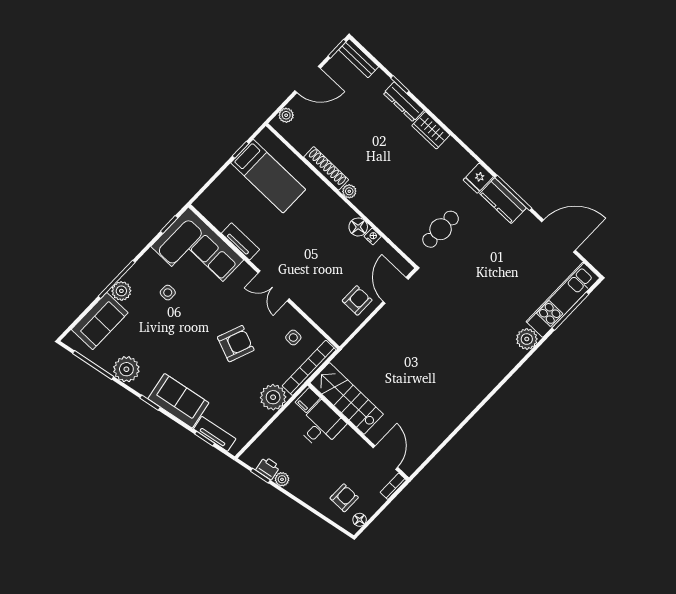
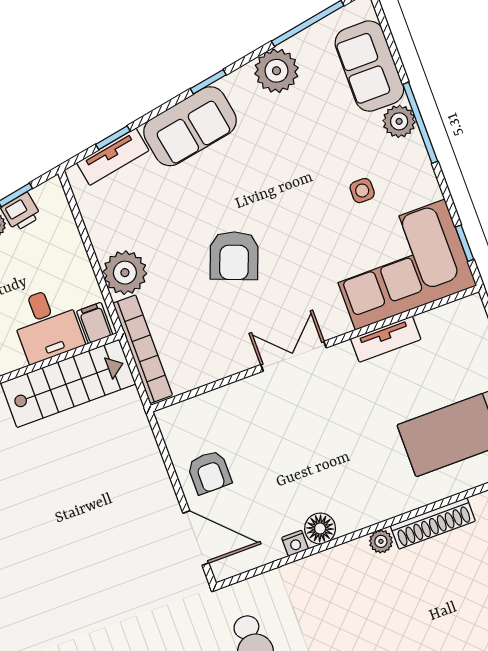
side table: (293, 337) -> (201, 348), removed

